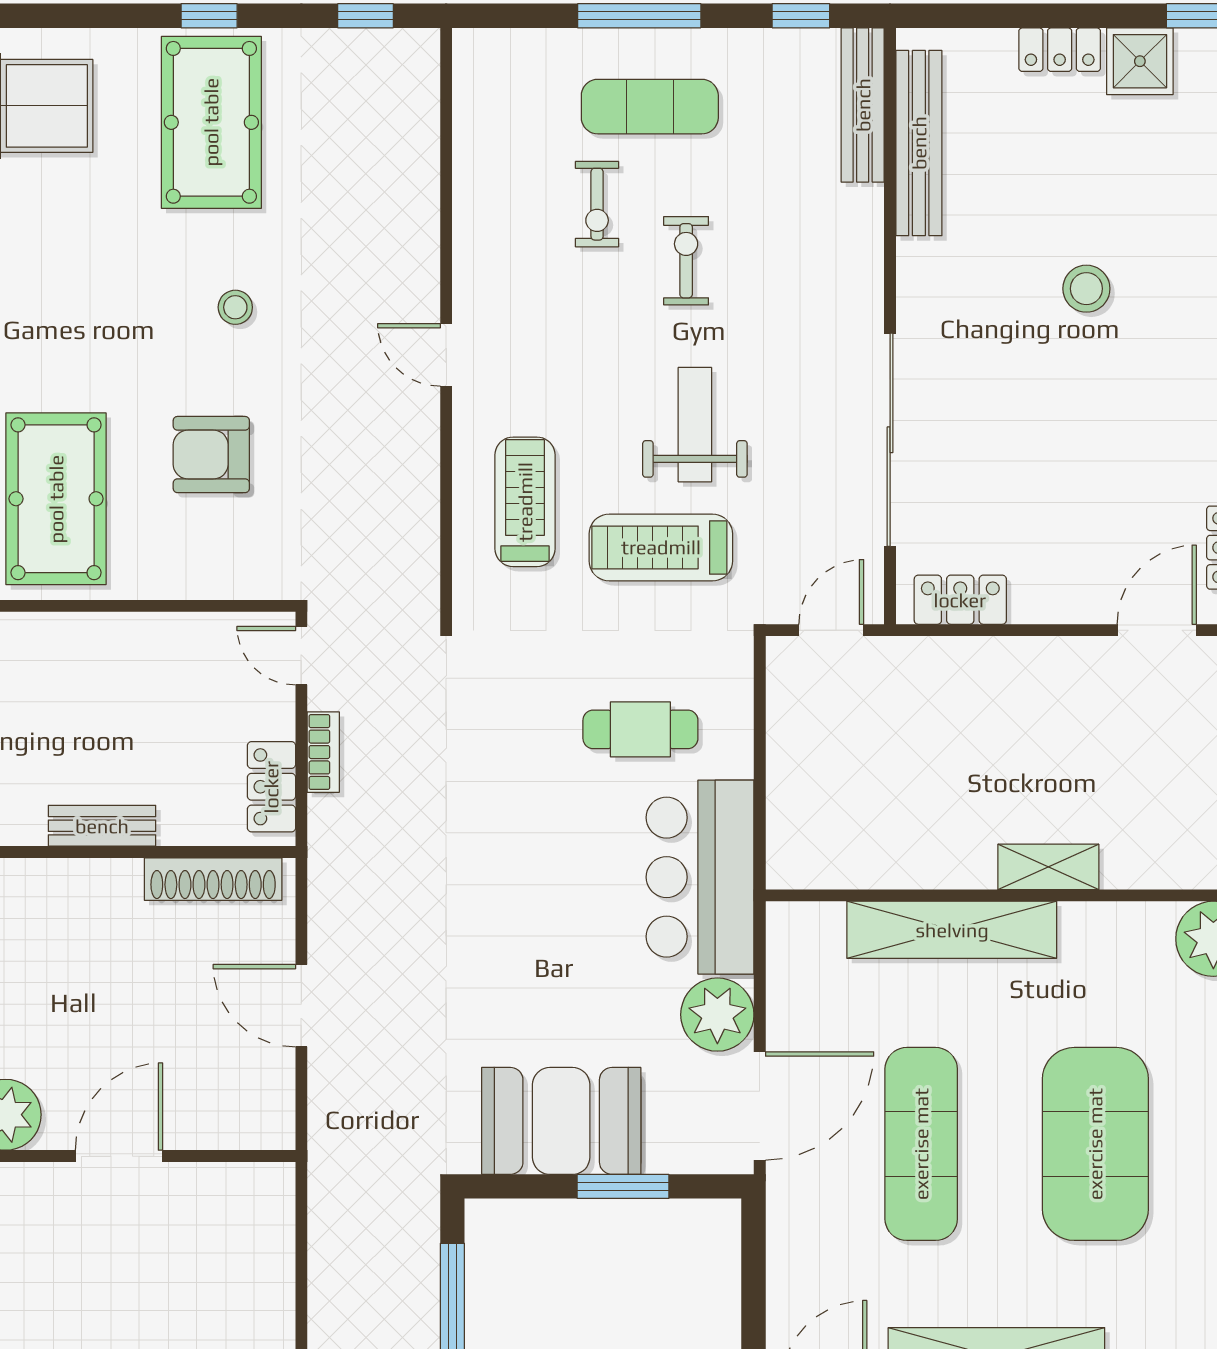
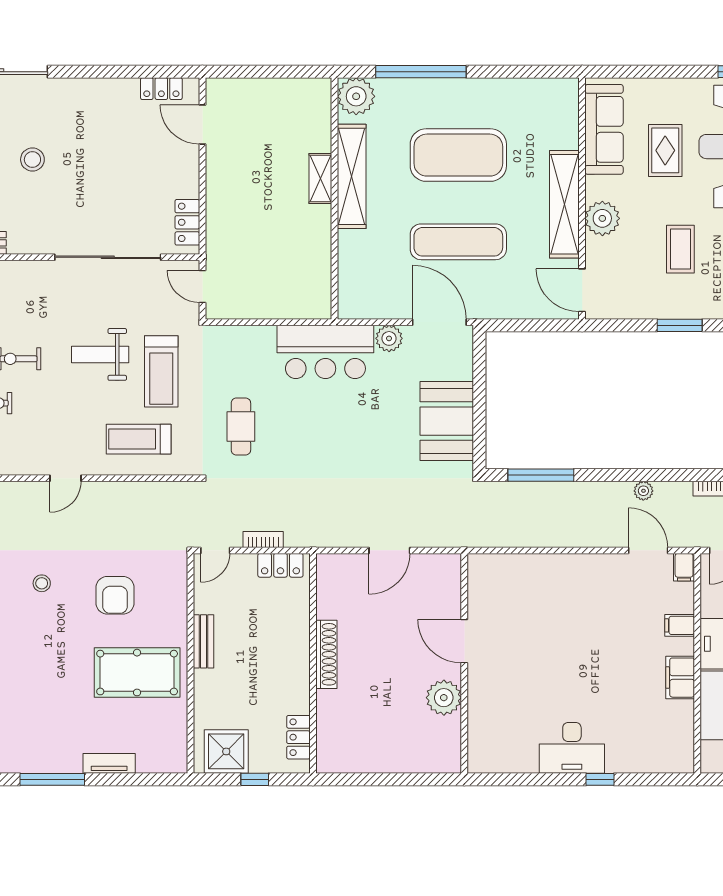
cafe table: (640, 729) -> (241, 427), moved
bench: (102, 826) -> (203, 641), moved
shoe rack: (213, 879) -> (326, 654), moved
shelving: (952, 930) -> (352, 176), moved
plant: (717, 1015) -> (389, 338), width x0.73, depth x0.73
window: (623, 1186) -> (479, 390), removed

